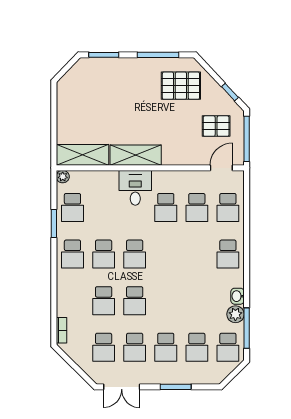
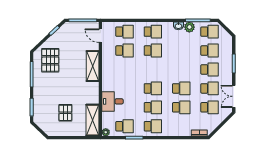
pallet: (216, 126) -> (65, 113), moved
shelving: (136, 155) -> (93, 66), moved
desk: (135, 188) -> (112, 101), moved
school desk: (166, 207) -> (153, 51), moved
double door: (122, 387) -> (234, 96), swing flipped

